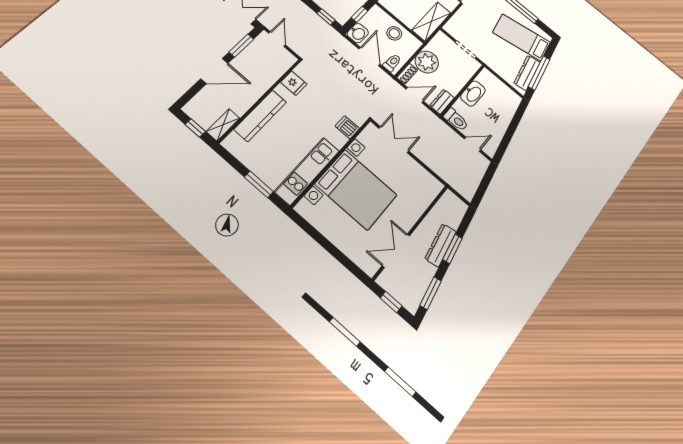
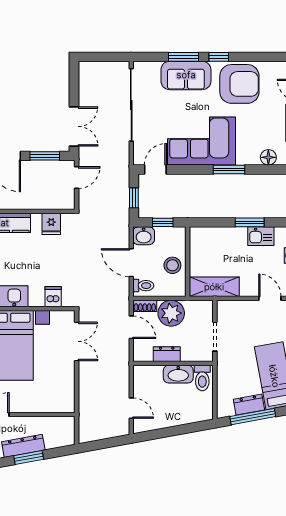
door: (369, 56) -> (131, 263), swing flipped
dresser: (527, 73) -> (249, 405), width x0.70
dresser: (442, 102) -> (167, 354), moved
toilet: (456, 120) -> (202, 378), moved

